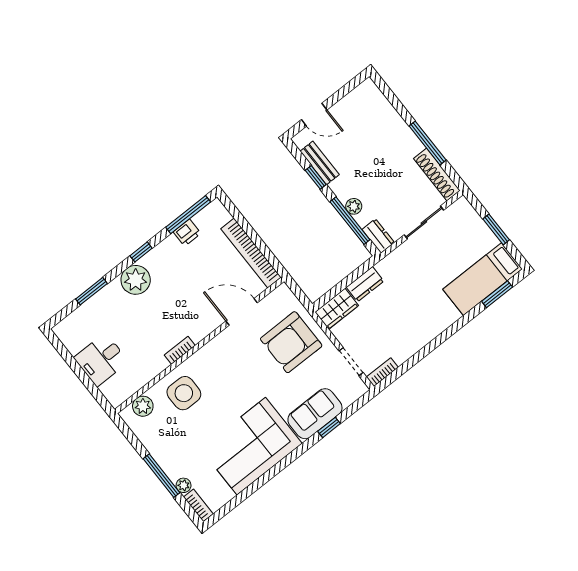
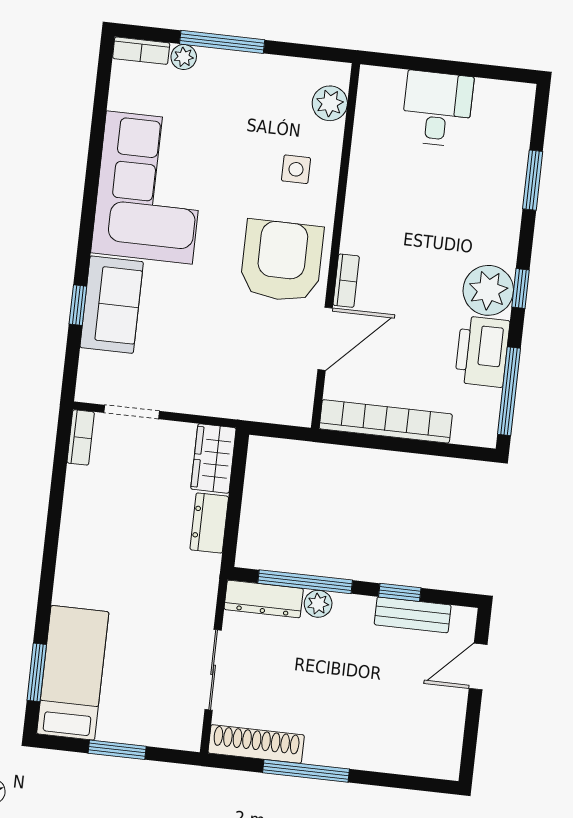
printer: (187, 233) -> (482, 352), width x1.87, depth x1.48
dresser: (378, 236) -> (264, 599), width x1.44
plant: (136, 280) -> (488, 290), moved
armchair: (291, 342) -> (282, 261), moved
bookcase: (180, 350) -> (346, 281), moved
side table: (184, 393) -> (296, 169), width x0.54, depth x0.54

